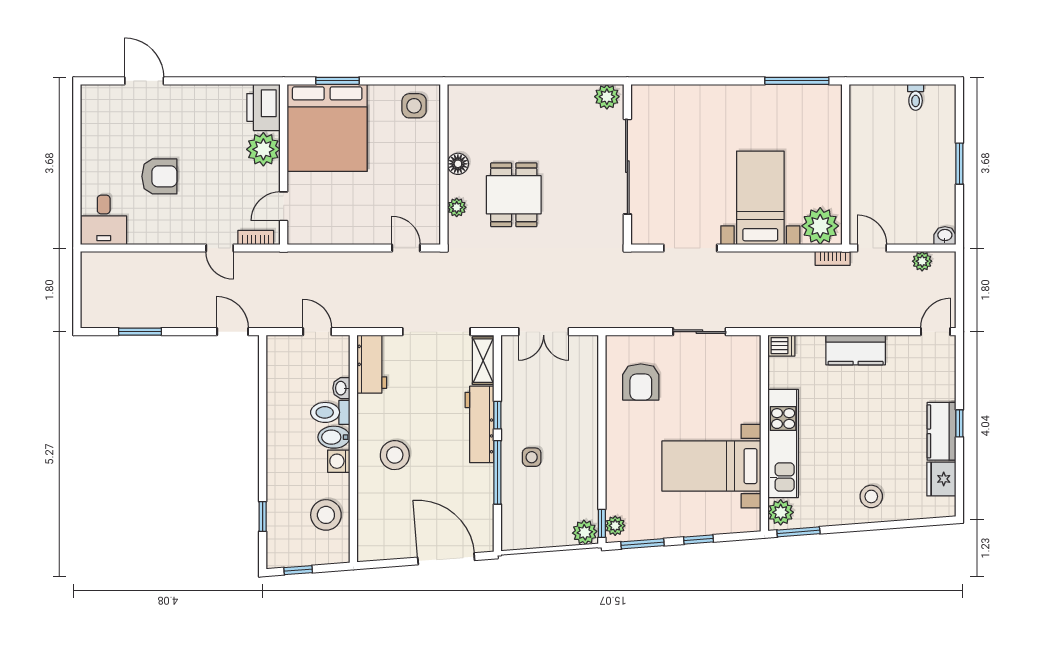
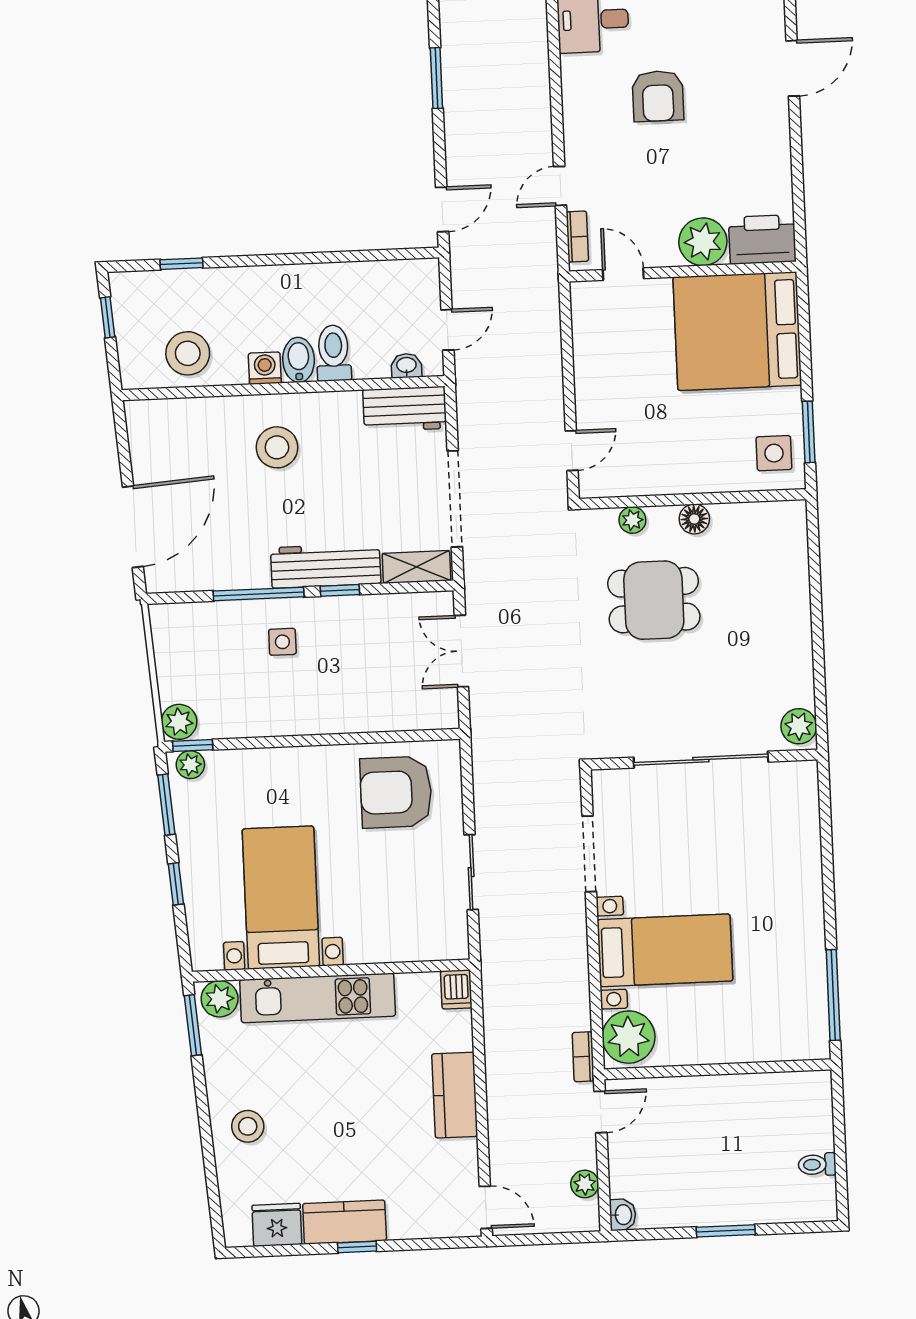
window: (338, 81) -> (809, 432), moved
armchair: (641, 382) -> (396, 792), width x1.36, depth x1.36
washbasin: (341, 388) -> (406, 366), moved

